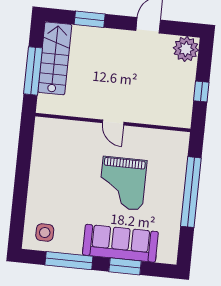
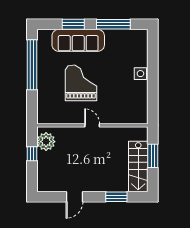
plant: (186, 49) -> (46, 142), moved
window: (33, 71) -> (153, 156), width x0.69
window: (191, 192) -> (32, 65), moved
side table: (45, 233) -> (140, 74), moved

